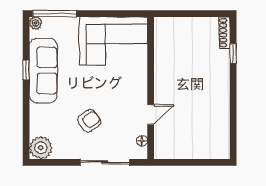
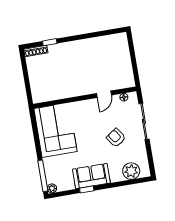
sofa: (43, 70) -> (91, 176), width x0.73
door: (151, 115) -> (104, 94), swing flipped
plant: (41, 148) -> (131, 171), moved

